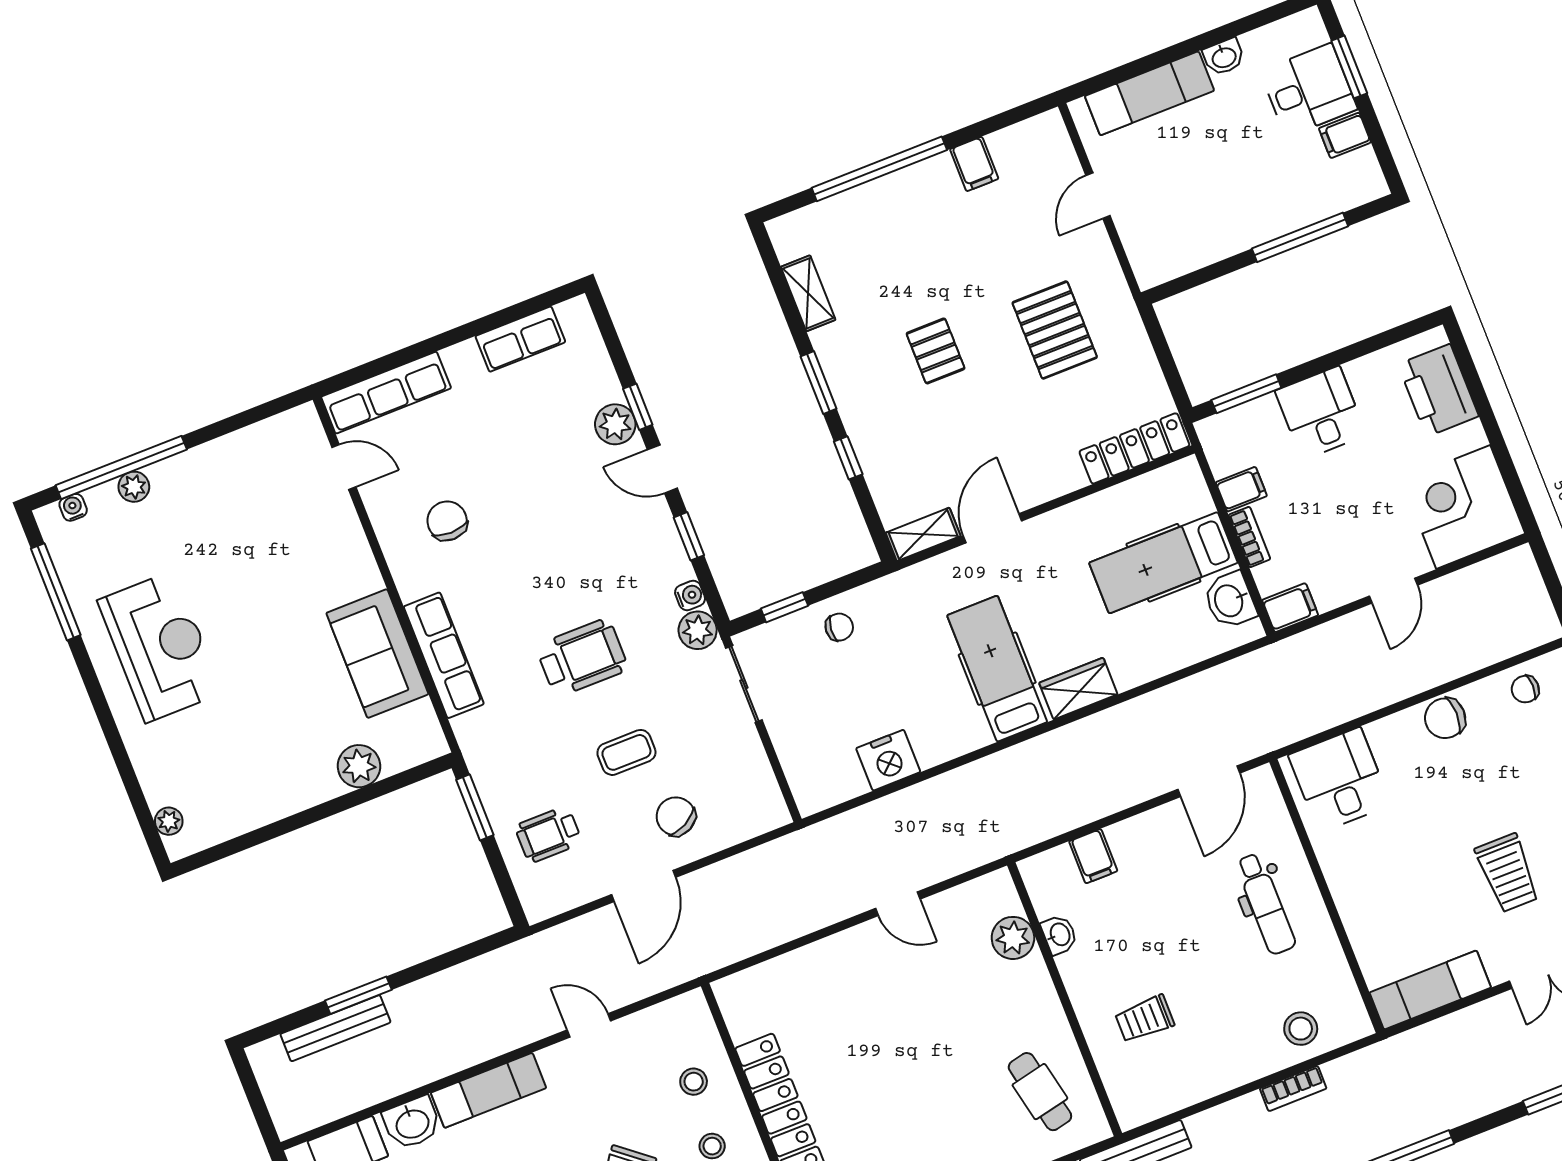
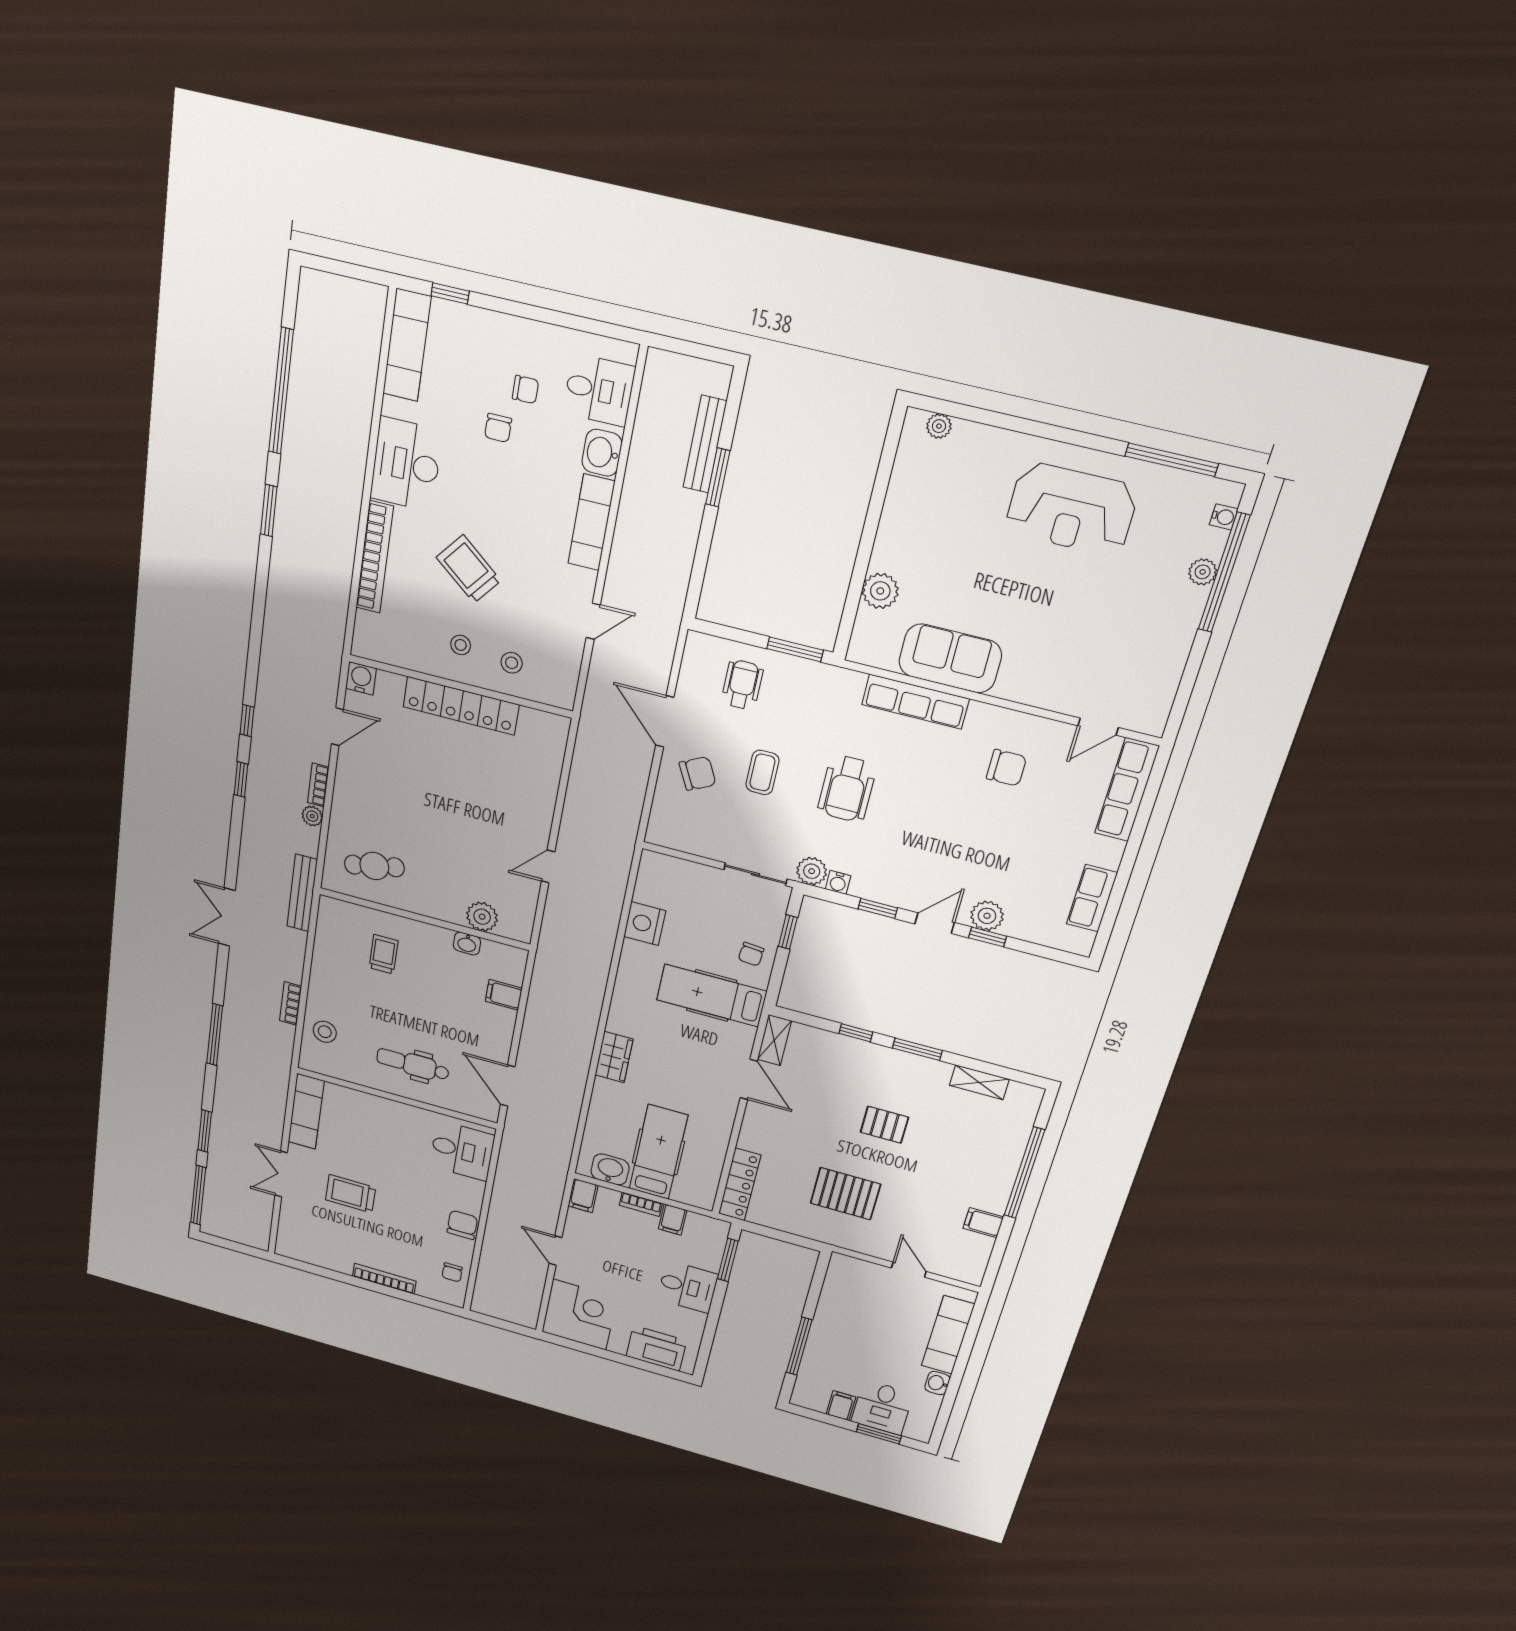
hospital bed: (997, 669) -> (712, 996), moved, turned 180
chair: (1525, 689) -> (452, 1272), turned 180

